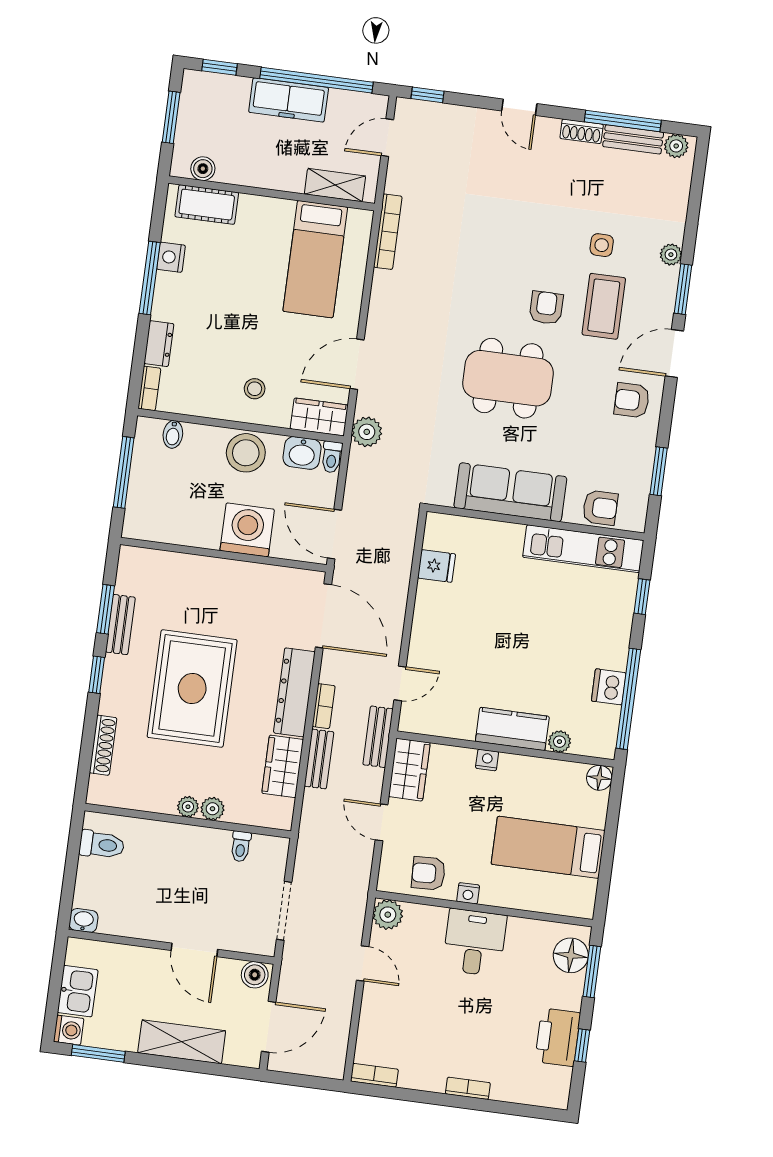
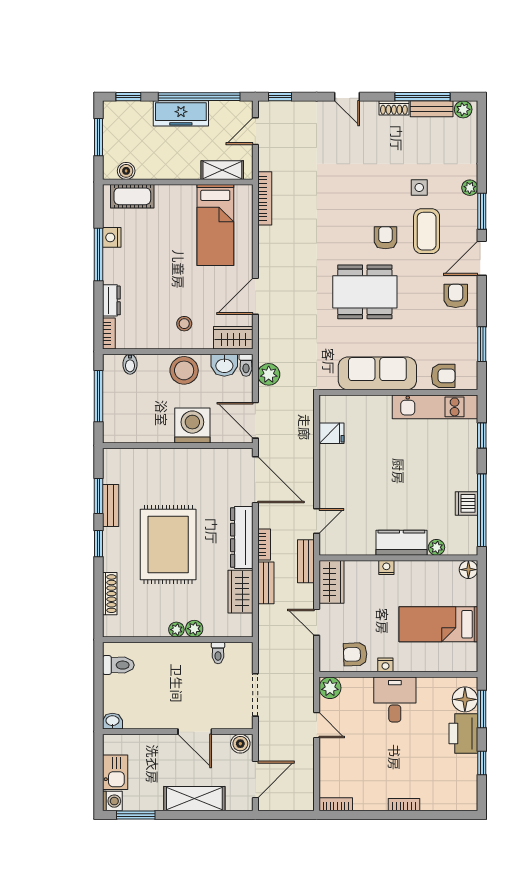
armchair: (632, 400) -> (456, 296), turned 90
plant: (367, 432) -> (269, 374), moved
printer: (558, 1037) -> (463, 733), moved

